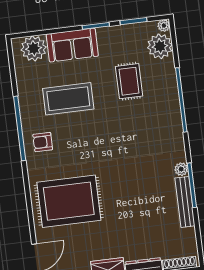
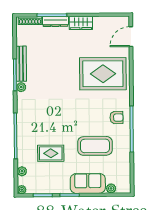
plant: (160, 46) -> (22, 171), width x0.53, depth x0.53
plant: (34, 48) -> (111, 188), width x0.53, depth x0.53
rug: (129, 81) -> (51, 153), turned 90

